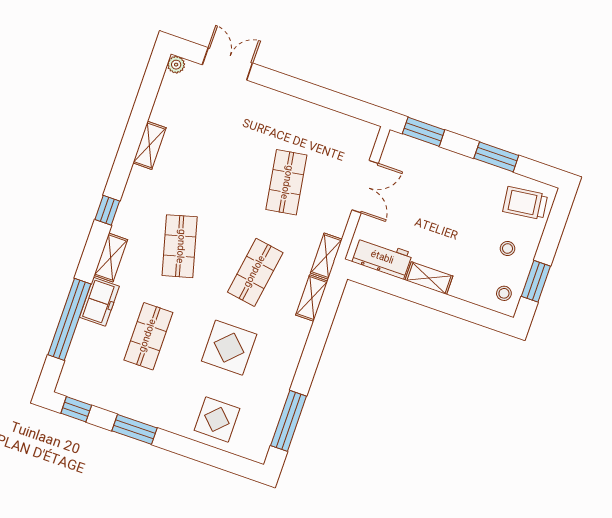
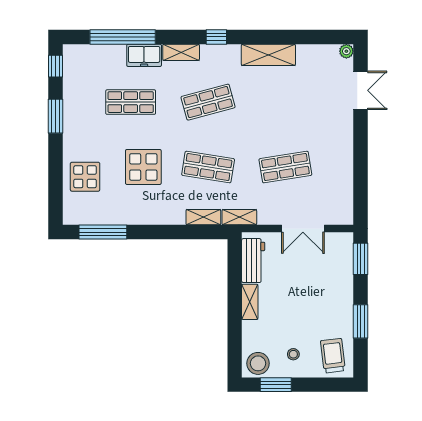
shelving: (149, 145) -> (268, 55), width x1.50, depth x1.33
stool: (504, 293) -> (258, 363), width x1.89, depth x1.89

